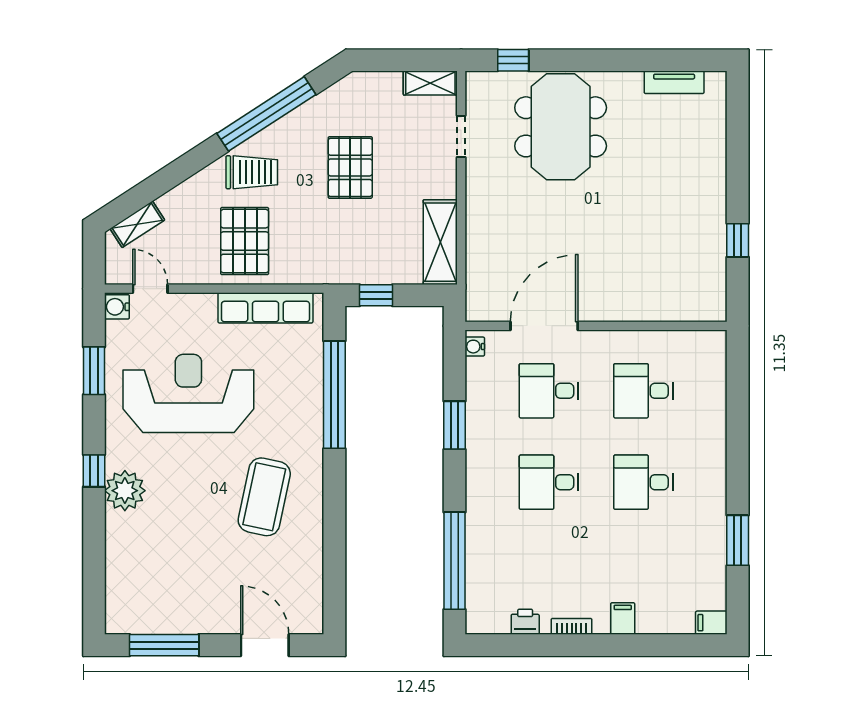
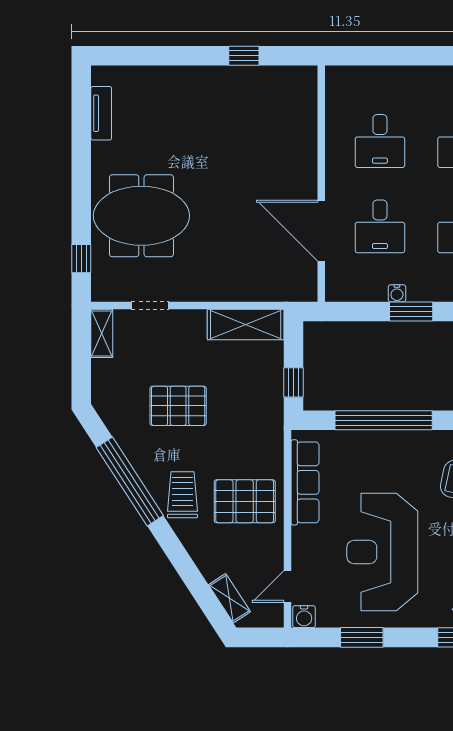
water cooler: (475, 347) -> (397, 293), moved

